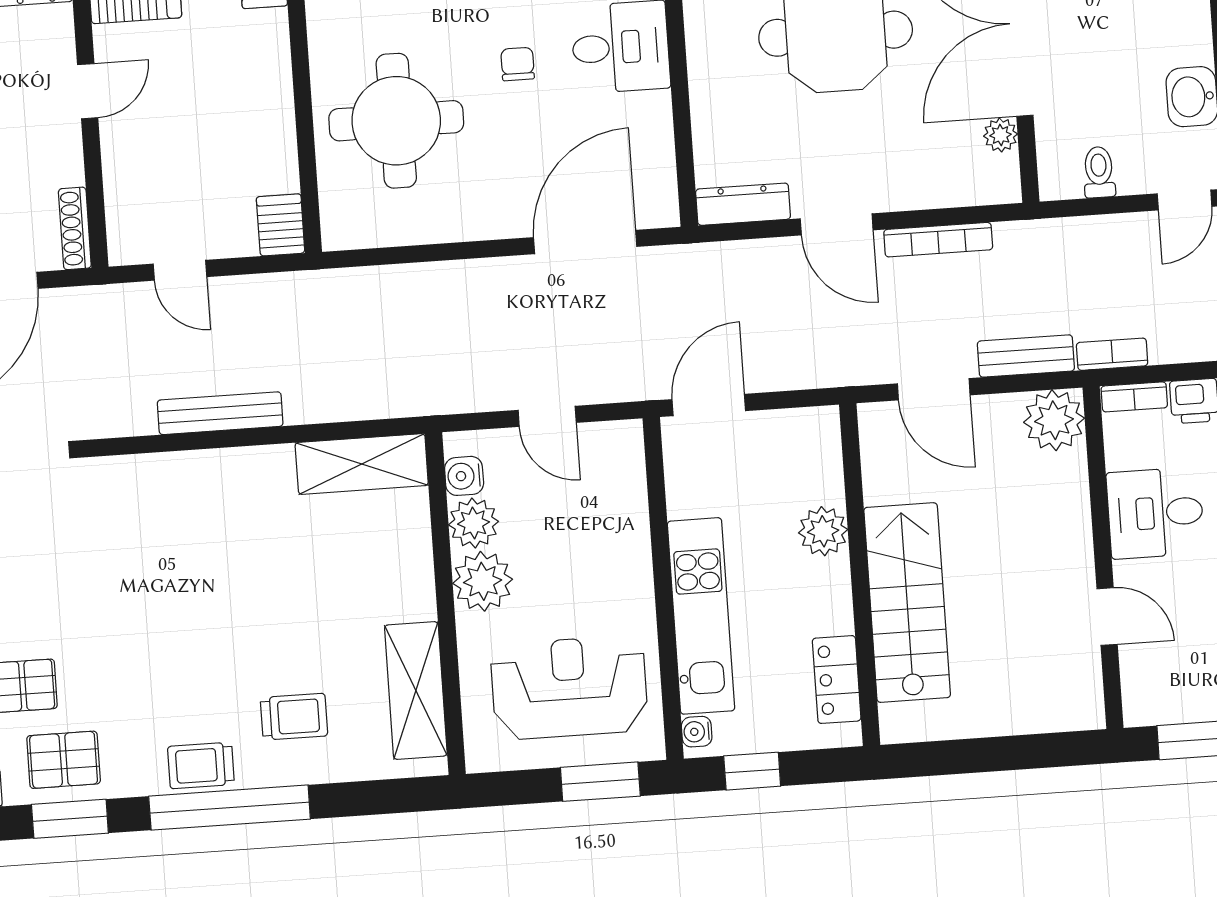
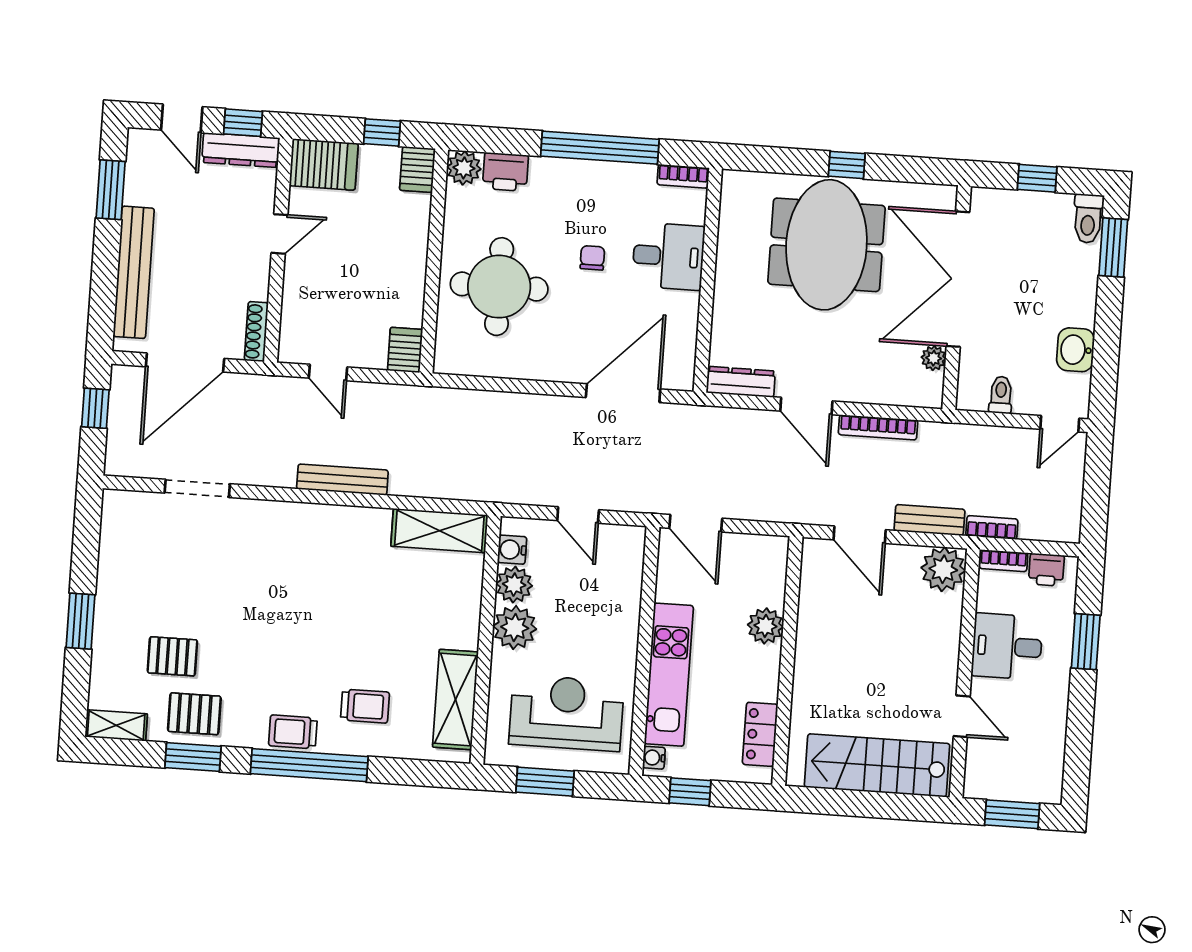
door: (709, 405) -> (696, 523), swing flipped
stairs: (907, 603) -> (877, 765), moved, turned -90
window: (600, 782) -> (545, 782), moved

